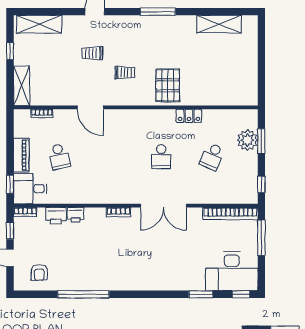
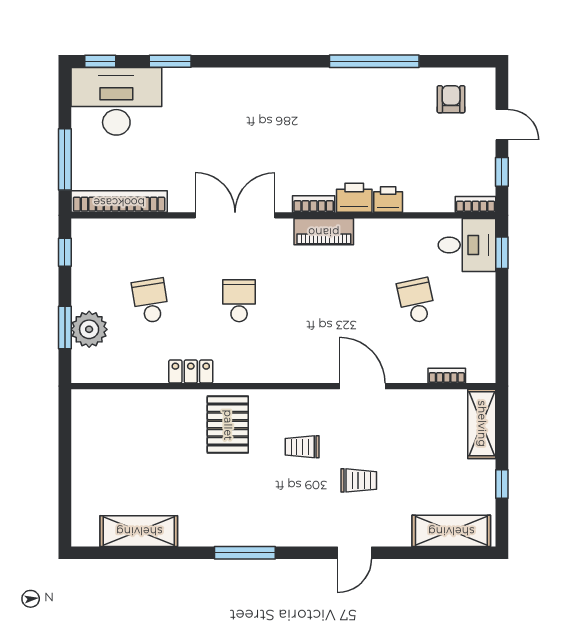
piano: (21, 155) -> (324, 232), moved, turned -90
school desk: (212, 157) -> (150, 301), turned -33
printer: (56, 216) -> (354, 198), moved

